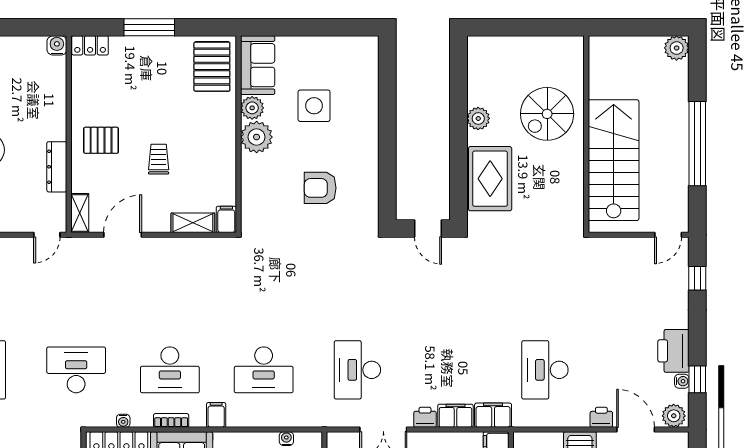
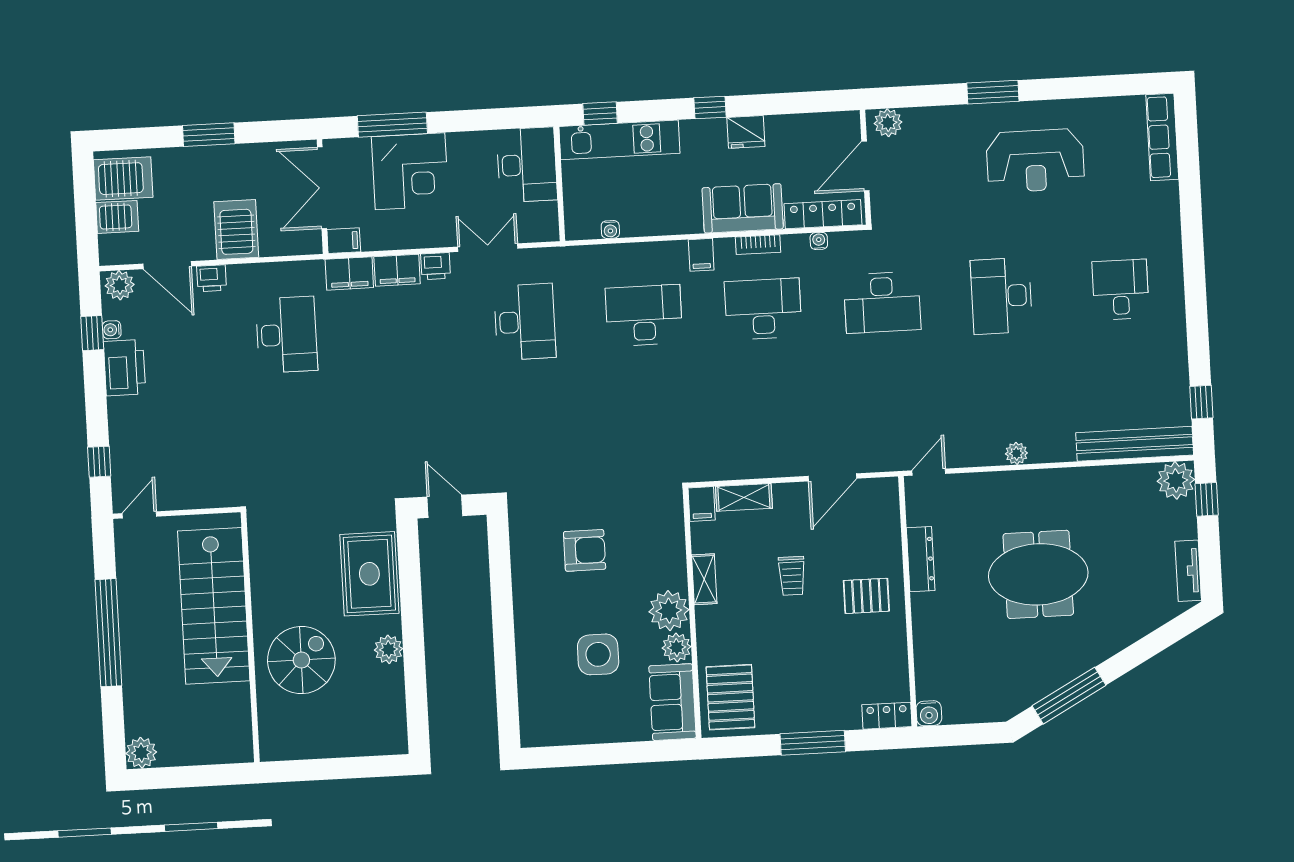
shelving: (80, 213) -> (704, 579), moved

